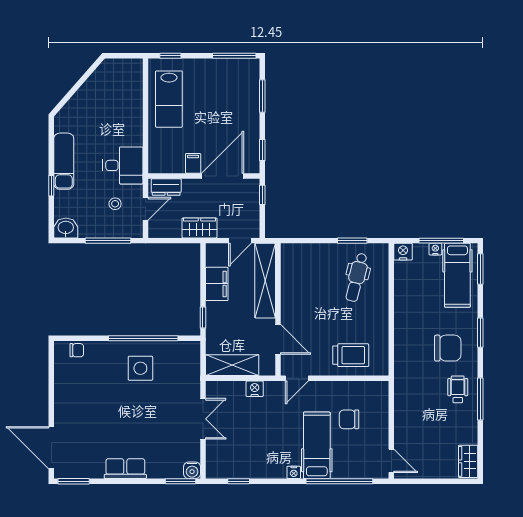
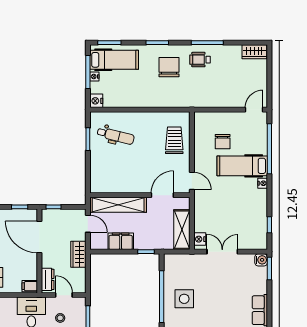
filing cabinet: (193, 163) -> (30, 286), moved
nightstand: (255, 389) -> (200, 239), moved

